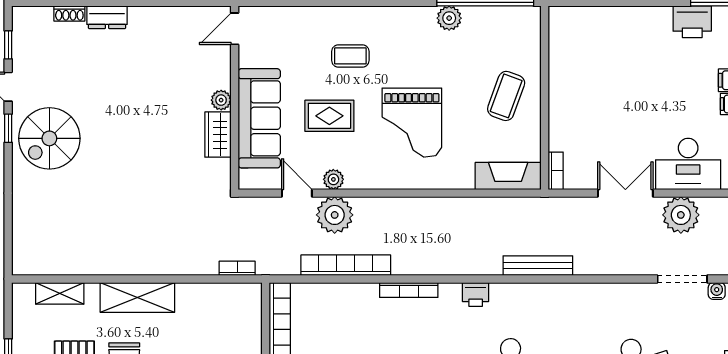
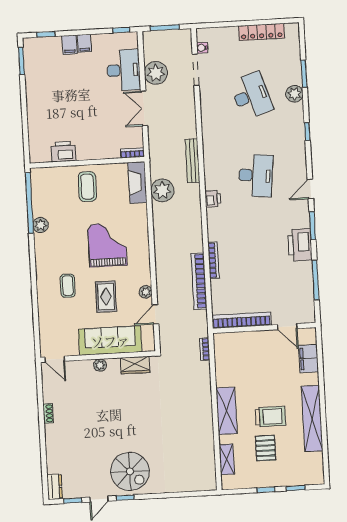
shoe rack: (69, 13) -> (48, 413), moved
dresser: (107, 17) -> (55, 487), moved
printer: (692, 22) -> (63, 152), moved, turned -90
coffee table: (506, 96) -> (87, 187), turned 70
grand piano: (412, 123) -> (107, 245), turned -90
wardrobe: (218, 135) -> (135, 365), moved
plant: (335, 215) -> (162, 190), moved
bookcase: (409, 290) -> (213, 260), moved

